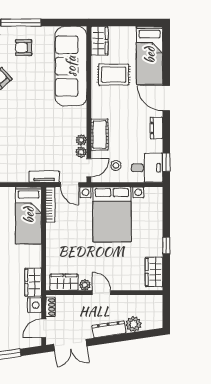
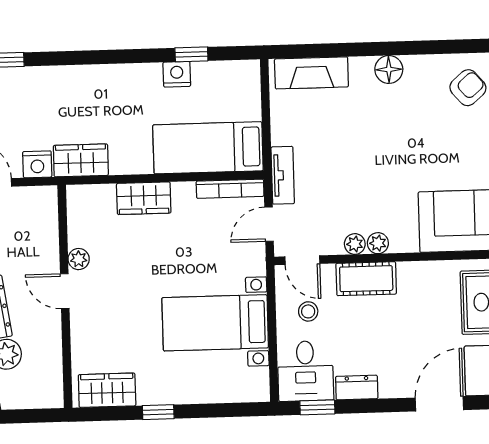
dresser: (156, 128) -> (357, 387), moved
plant: (81, 152) -> (378, 243), moved
bed with nightstands: (112, 214) -> (215, 323), width x0.73
wardrobe: (64, 282) -> (144, 198), moved, turned 90
door: (101, 293) -> (65, 291), swing flipped
shoe rack: (50, 307) -> (34, 195), removed

